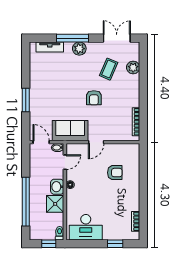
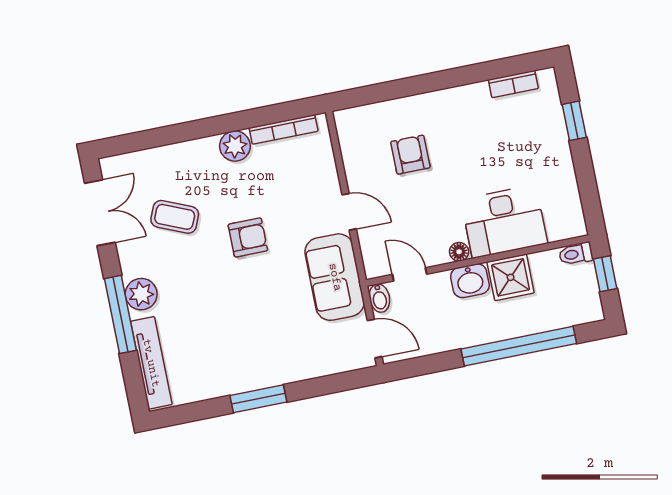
double door: (117, 38) -> (100, 213), swing flipped
tv unit: (50, 47) -> (151, 363), width x1.41
plant: (133, 67) -> (235, 146), moved
window: (26, 100) -> (258, 399), moved
door: (41, 142) -> (375, 339), swing flipped
desk: (86, 227) -> (504, 221), moved, turned 90

